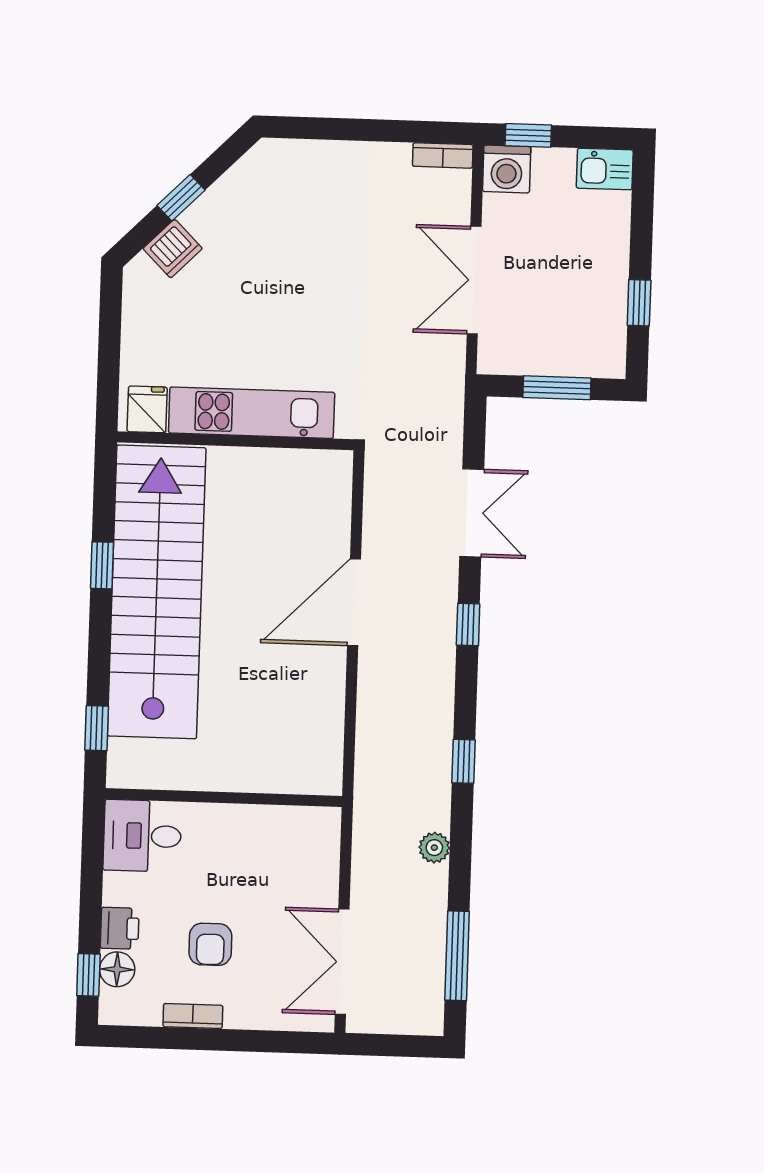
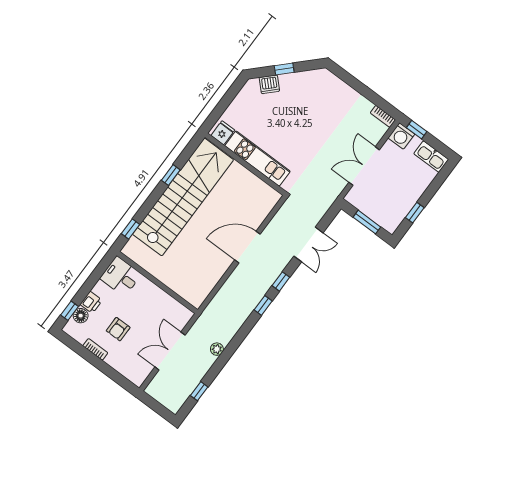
kitchen sink: (605, 169) -> (431, 157), width x1.38
window: (464, 761) -> (263, 305), moved
window: (457, 956) -> (199, 391), width x0.46
double door: (342, 962) -> (170, 351), moved

